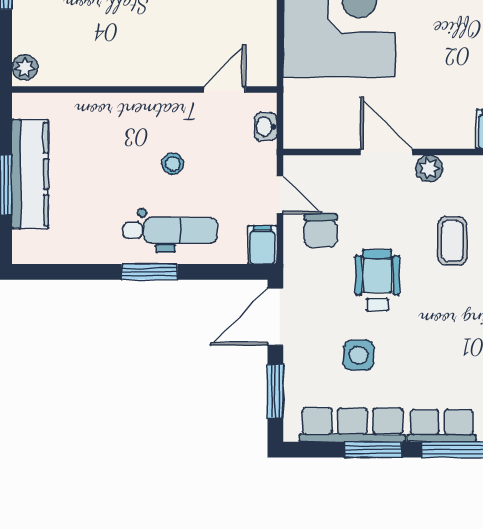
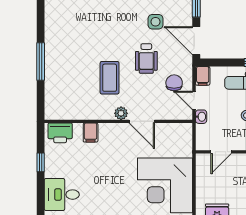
washbasin: (266, 127) -> (201, 117), moved
coffee table: (452, 241) -> (110, 78), width x1.36, depth x1.30
door: (275, 317) -> (196, 41), swing flipped

